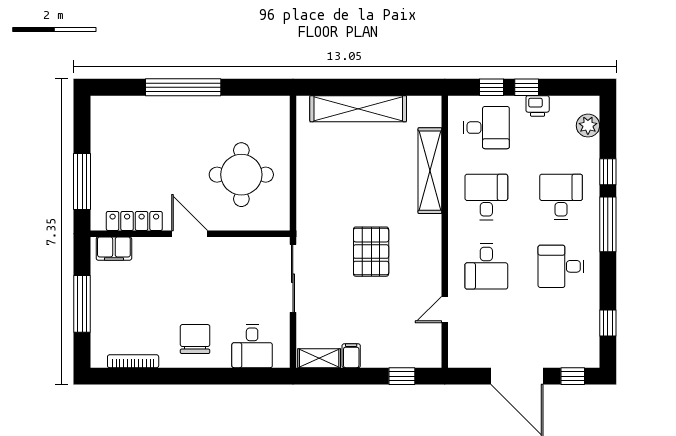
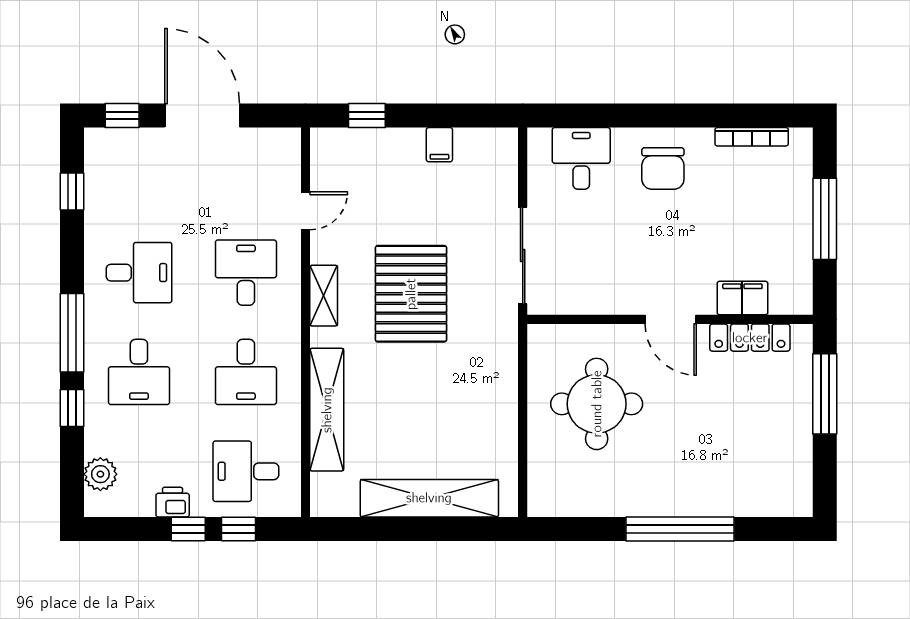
filing cabinet: (114, 249) -> (742, 298), moved
pallet: (371, 252) -> (411, 294), width x1.37, depth x1.41
shelving: (319, 358) -> (324, 296), moved, turned 90

